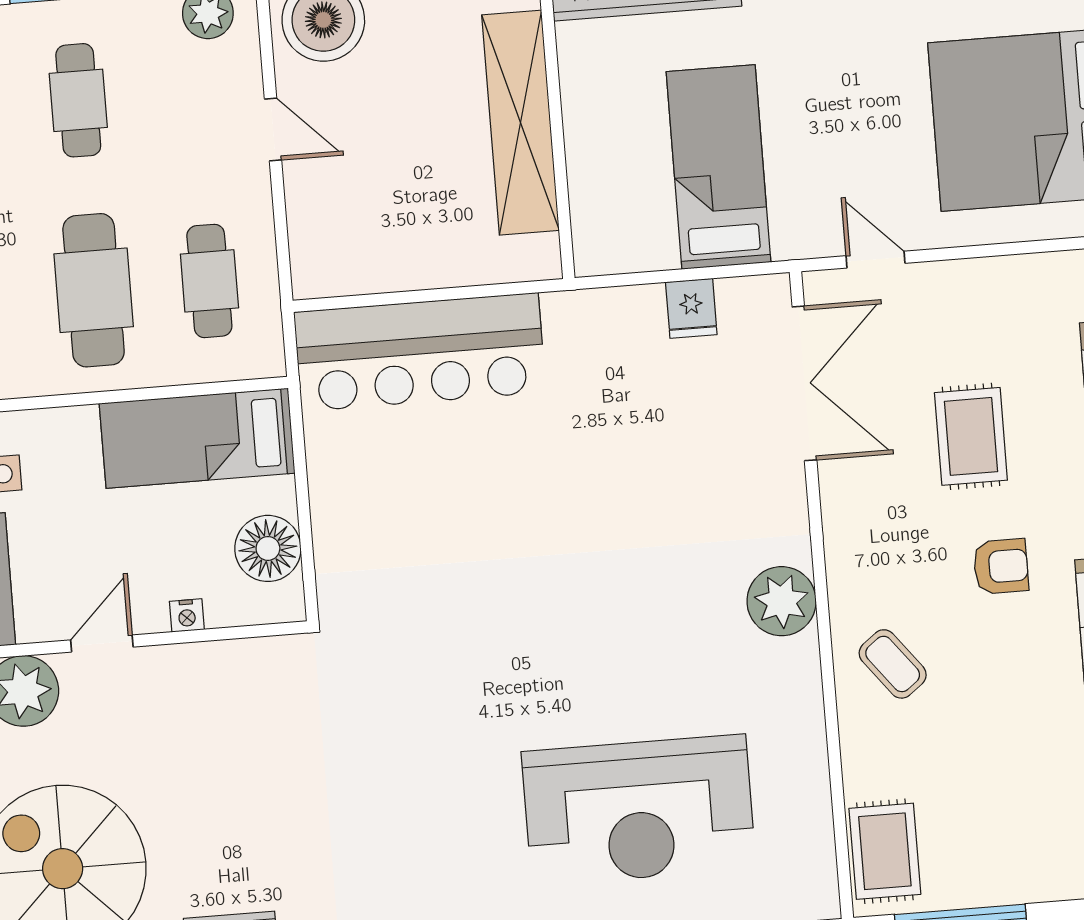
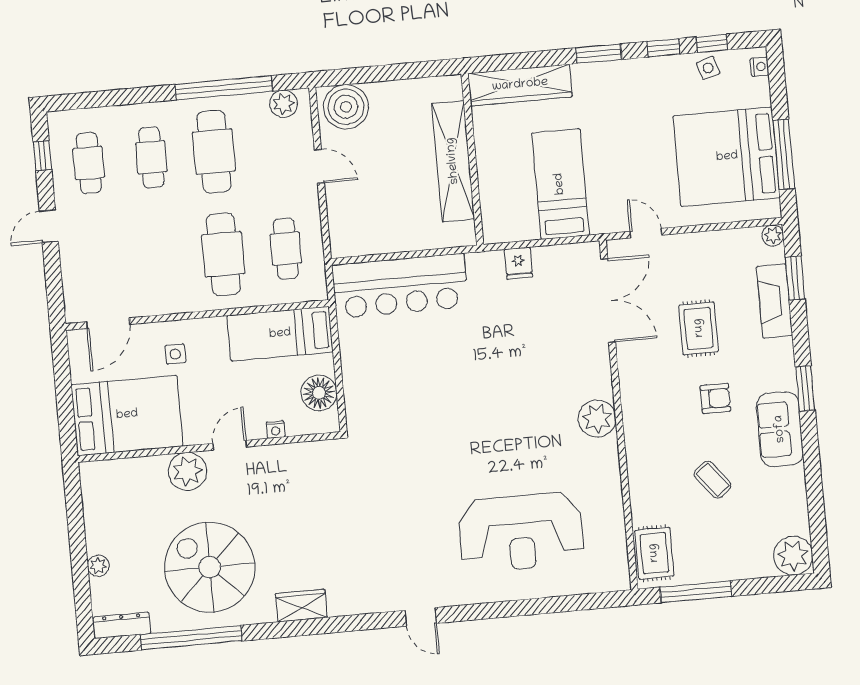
cafe table: (78, 100) -> (214, 152), width x1.37, depth x1.35
fridge: (691, 308) -> (518, 263), moved
coffee table: (893, 664) -> (713, 480), moved

